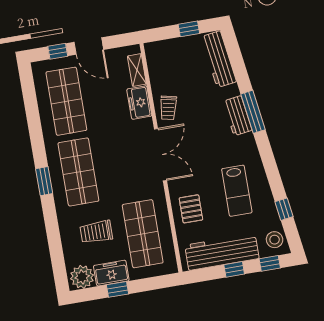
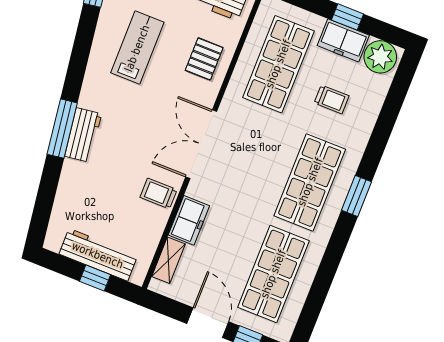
window: (189, 29) -> (95, 278), moved
workbench: (219, 59) -> (98, 255), moved, turned -82
trolley: (168, 108) -> (159, 194), turned -103
trolley: (96, 232) -> (332, 99), width x0.73, depth x0.72

